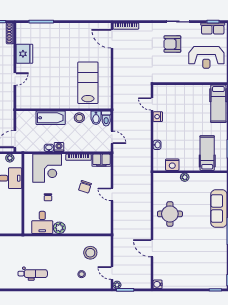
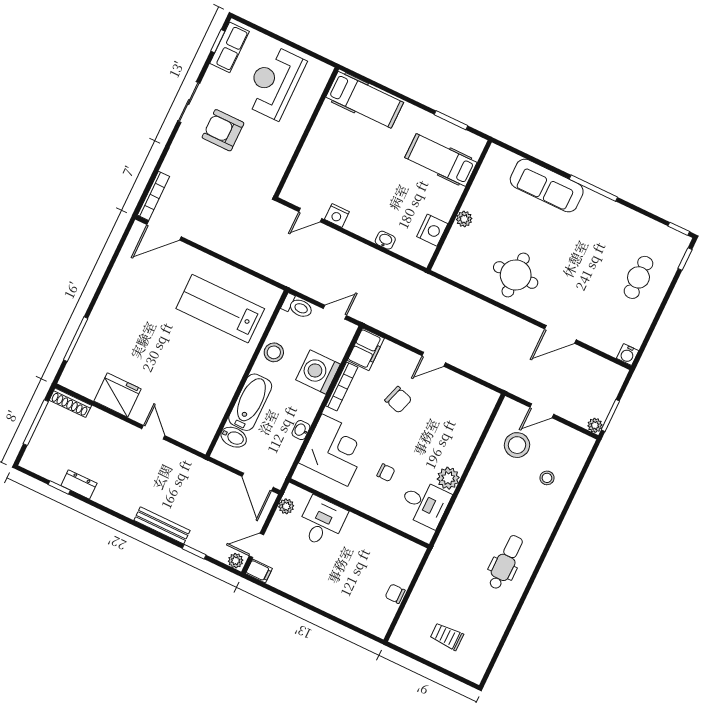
armchair: (172, 44) -> (223, 130), turned 90
reception desk: (206, 57) -> (274, 82), turned 180
bidet: (96, 118) -> (234, 437), moved
washing machine: (59, 147) -> (318, 372), moved, width x1.89, depth x1.89
cafe table: (196, 272) -> (638, 277), added
door: (112, 273) -> (542, 411), moved

